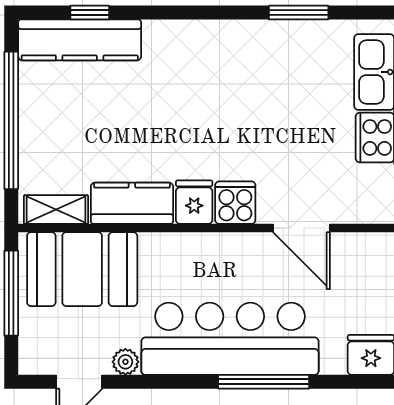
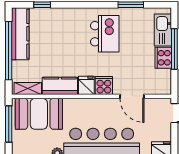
kitchen counter: (80, 40) -> (20, 34), moved, turned -90
kitchen island: (237, 81) -> (105, 34), added

